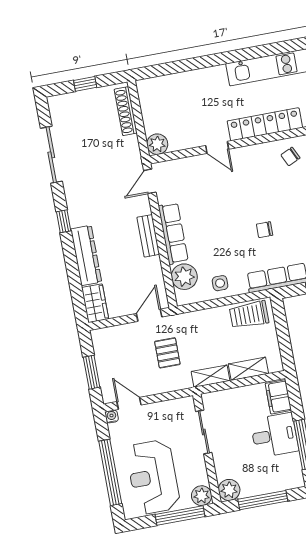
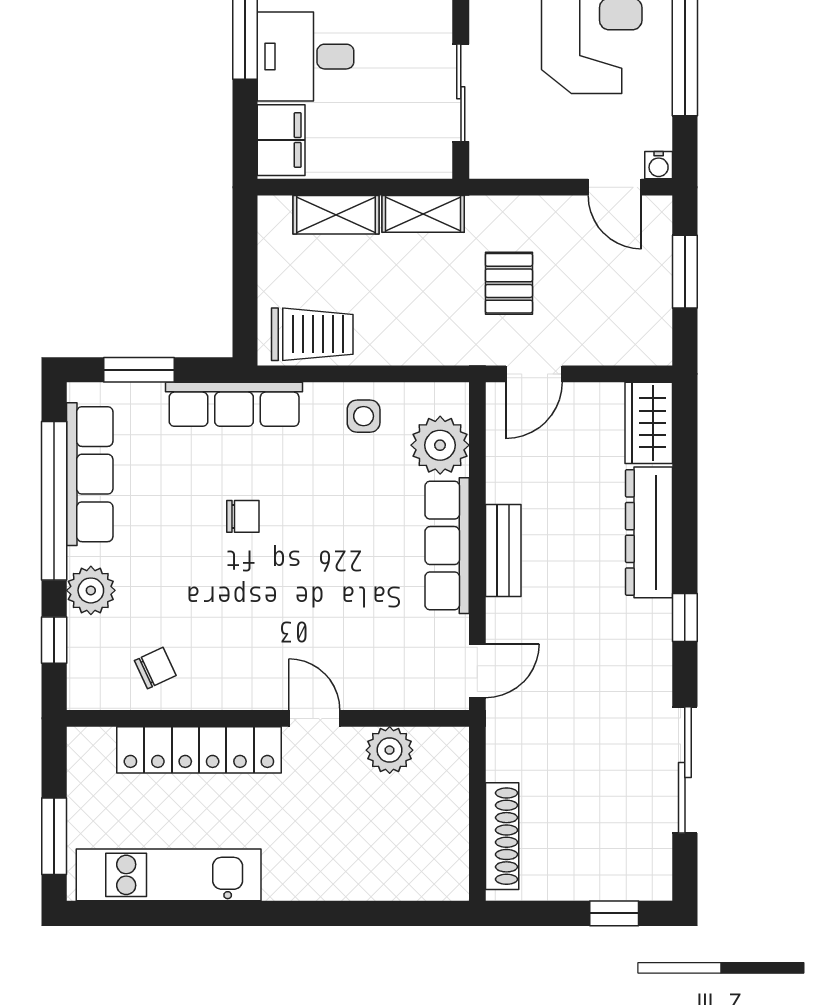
window: (85, 84) -> (614, 913), moved
plant: (157, 144) -> (390, 750), moved

